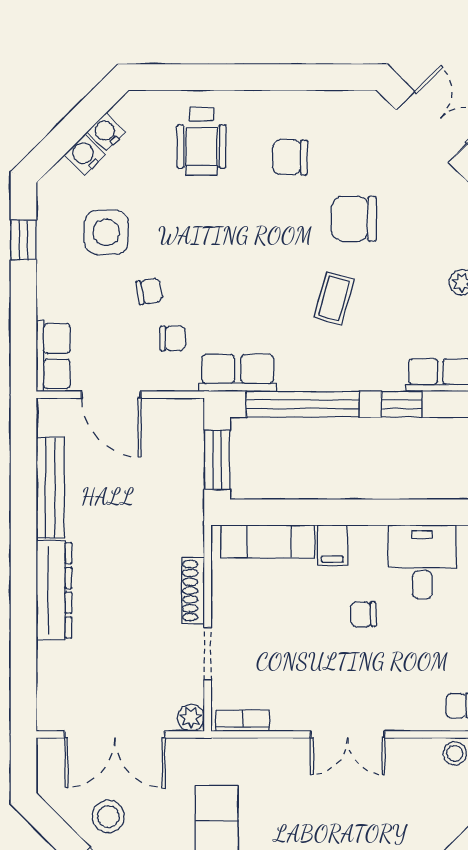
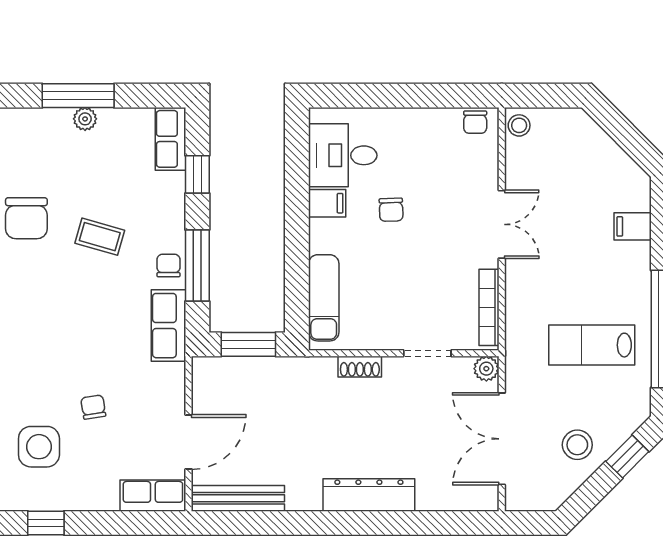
chair: (173, 338) -> (168, 266), moved
window: (303, 404) -> (197, 266), width x0.68
bench: (50, 488) -> (238, 498), moved
filing cabinet: (332, 545) -> (327, 203), moved
shoe rack: (193, 591) -> (360, 367), width x0.70
bookcase: (242, 721) -> (489, 307), width x1.56
double door: (115, 734) -> (502, 439), swing flipped

